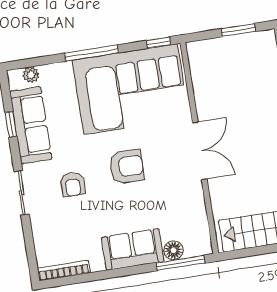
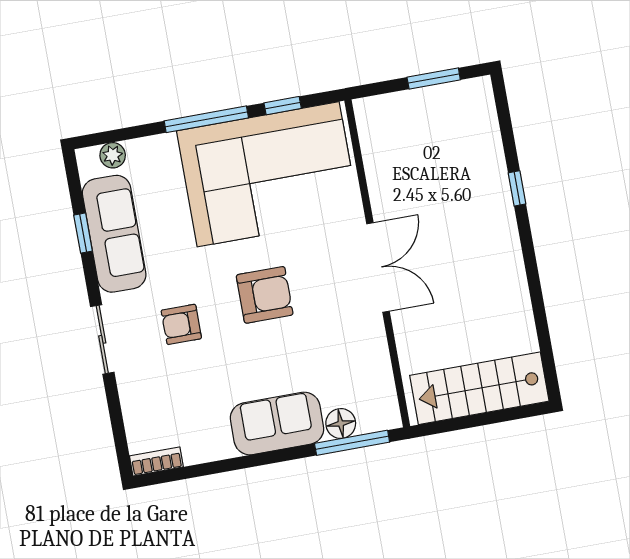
window: (158, 43) -> (283, 106), moved
armchair: (73, 184) -> (181, 324), turned 90
bookcase: (64, 271) -> (156, 461), width x0.64

